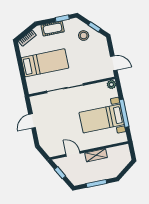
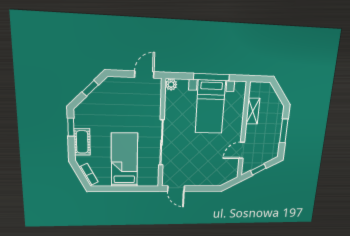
stool: (84, 36) -> (99, 105), removed
door: (32, 121) -> (176, 189), moved
shelving: (96, 155) -> (253, 111), moved

